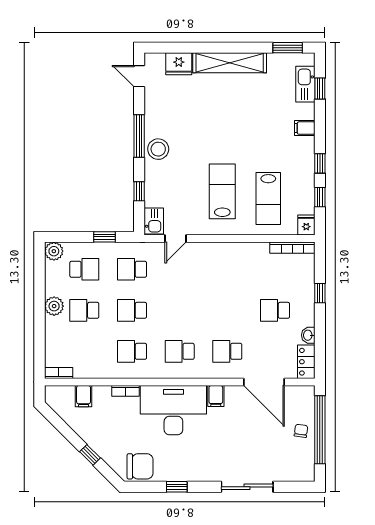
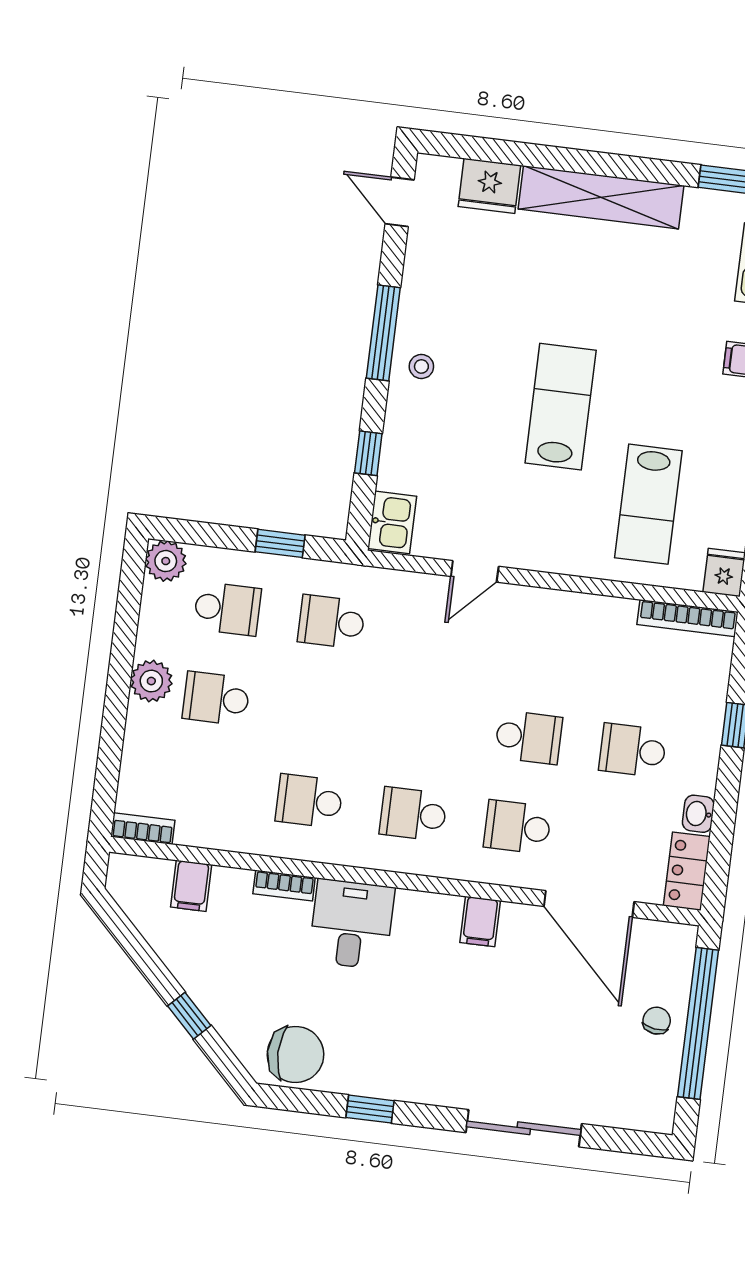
stool: (158, 149) -> (421, 366), width x0.53, depth x0.53
lab bench: (222, 191) -> (561, 407), moved
door: (176, 239) -> (475, 571), moved
school desk: (132, 310) -> (529, 737), moved, turned 180
desk: (173, 410) -> (352, 924), width x0.53, depth x0.77

